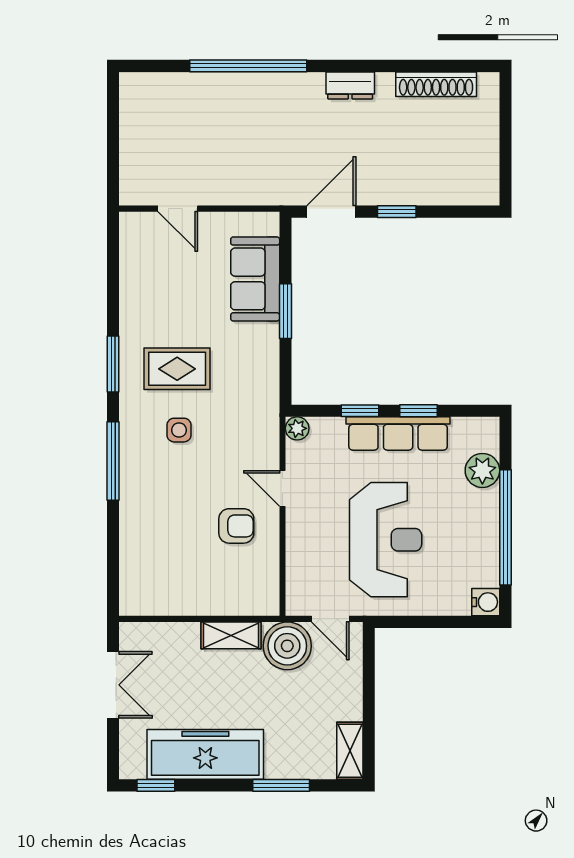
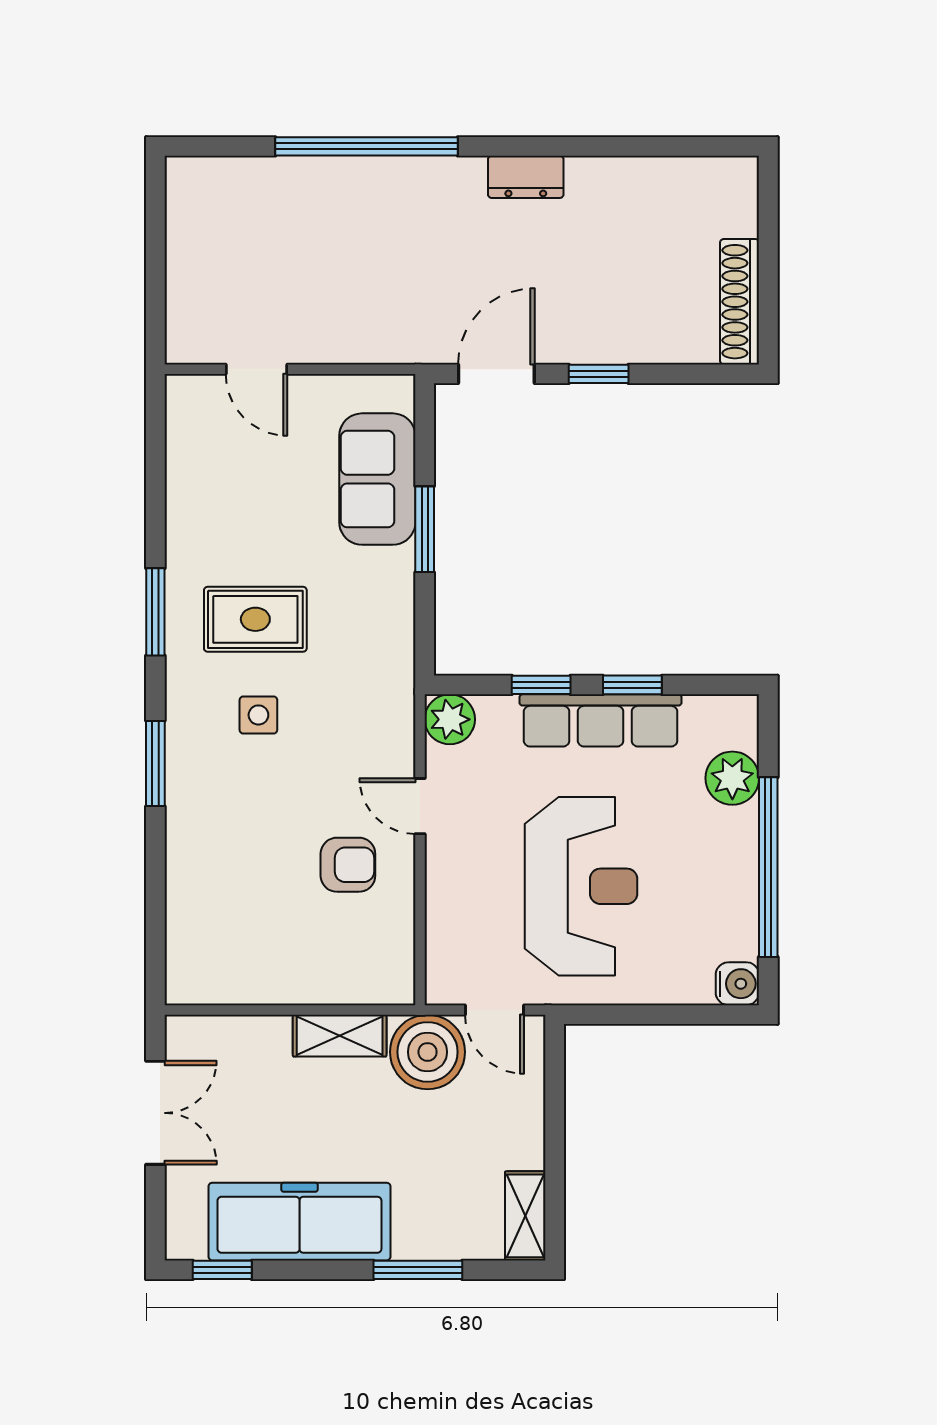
shoe rack: (436, 84) -> (740, 302), moved, turned 90
plant: (297, 428) -> (450, 719), width x1.38, depth x1.38
window: (113, 461) -> (155, 763), width x0.69

